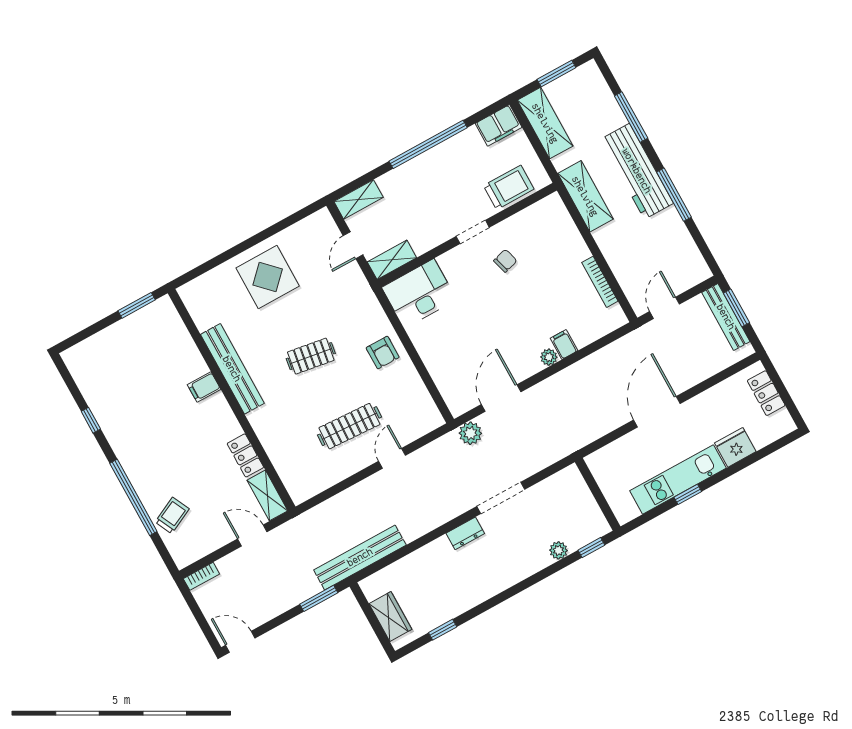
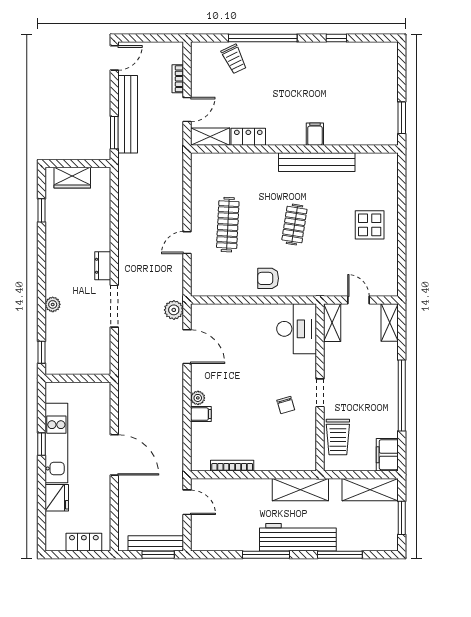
display table: (268, 277) -> (370, 225), width x0.73, depth x0.73
door: (392, 458) -> (187, 243), swing flipped
plant: (559, 550) -> (53, 304), moved
bench: (360, 557) -> (128, 114), moved
bookcase: (201, 576) -> (178, 79), moved

